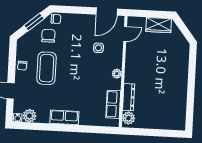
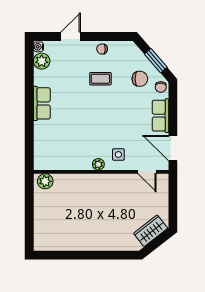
wardrobe: (159, 25) -> (151, 231), moved, turned 52
side table: (98, 48) -> (118, 154), moved
coffee table: (47, 68) -> (100, 79), width x0.54, depth x0.58
dresser: (129, 97) -> (70, 180), removed
row of seats: (113, 104) -> (160, 116), moved, turned -90

